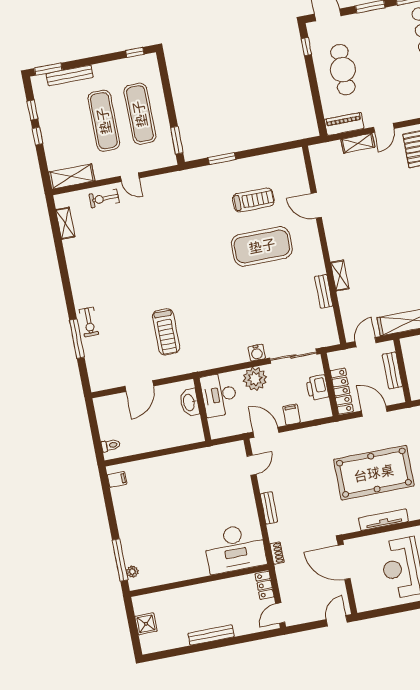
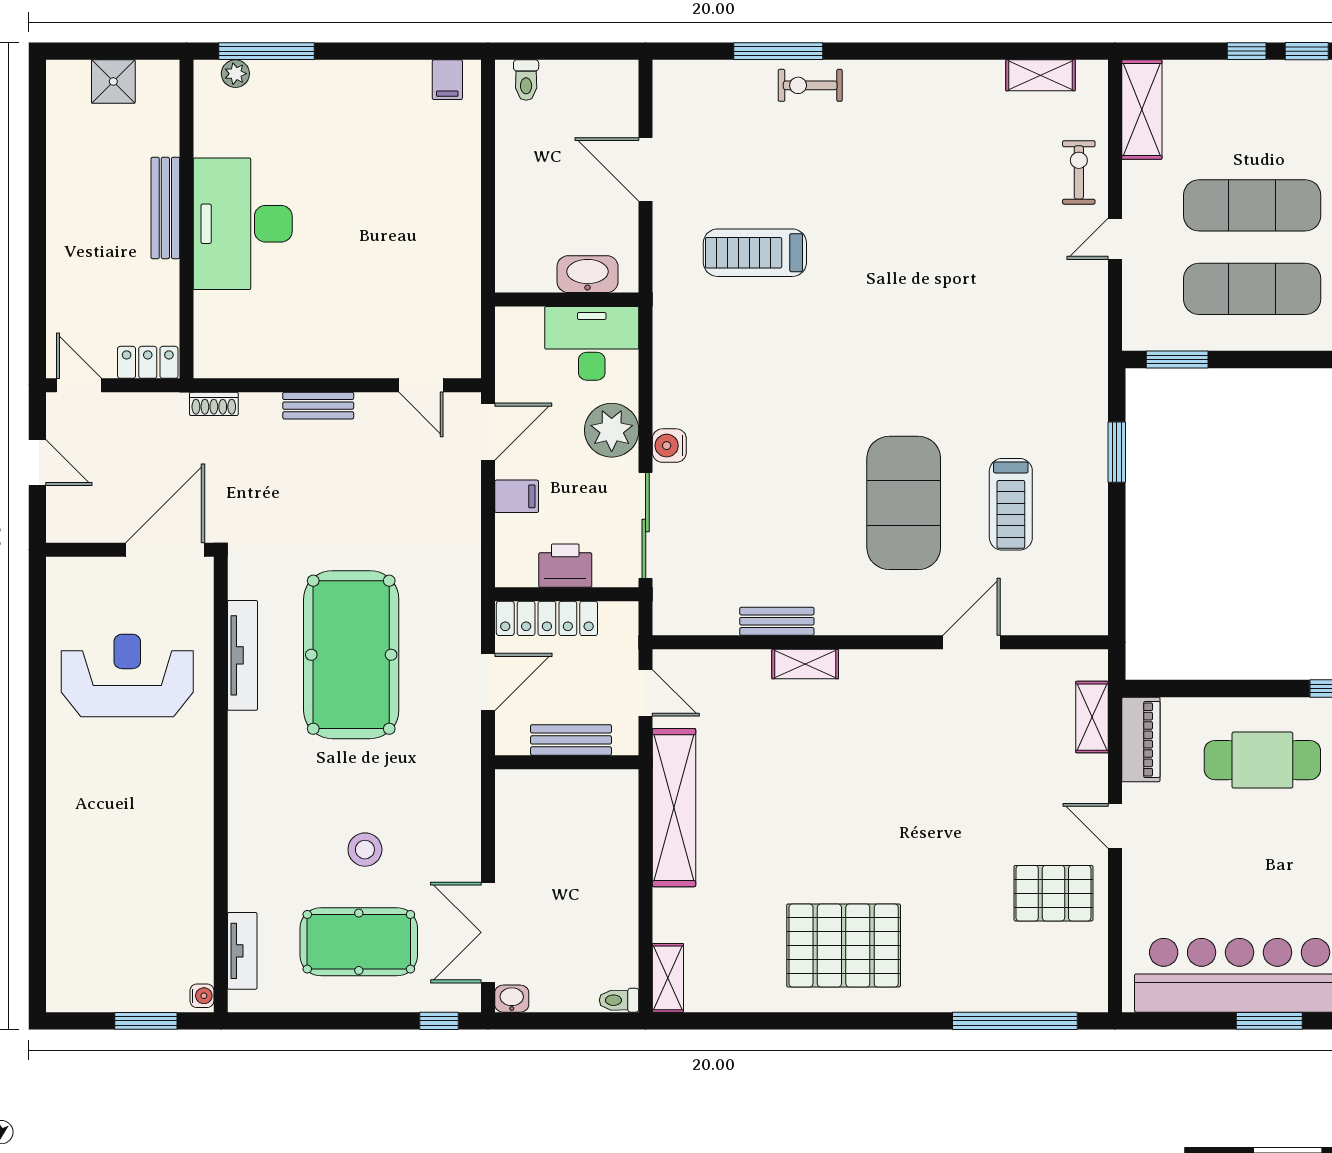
shelving: (358, 143) -> (1092, 717), moved
desk: (235, 548) -> (243, 224), moved
door: (337, 621) -> (37, 463), moved
bench: (211, 635) -> (165, 208), moved

